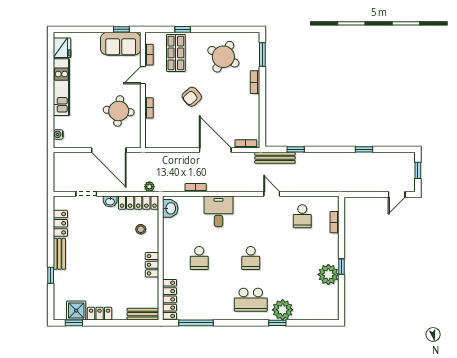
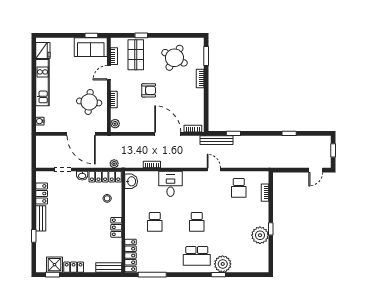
armchair: (192, 97) -> (149, 90), turned -139
plant: (150, 138) -> (115, 124), added

